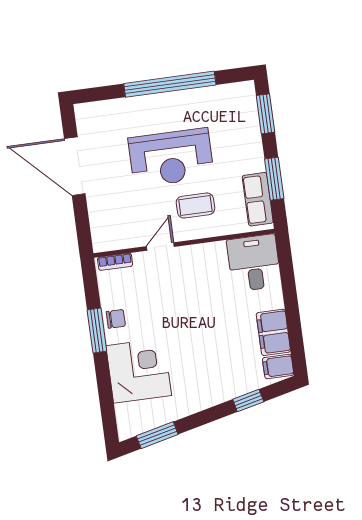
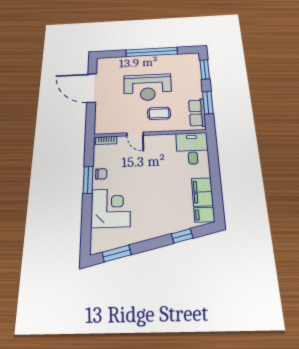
door: (160, 246) -> (135, 134), swing flipped

